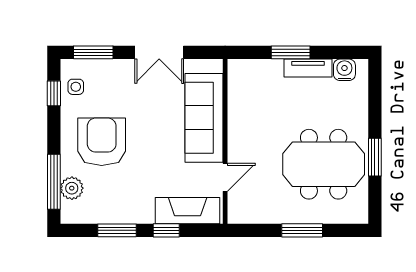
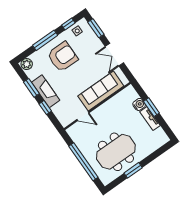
water cooler: (344, 70) -> (139, 104), moved
meeting table: (324, 164) -> (116, 152), turned 90
window: (54, 182) -> (45, 40), moved
plant: (72, 188) -> (27, 64), moved
fireplace: (188, 211) -> (46, 91), moved
window: (302, 230) -> (83, 162), width x2.11

